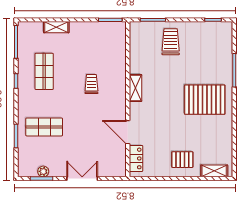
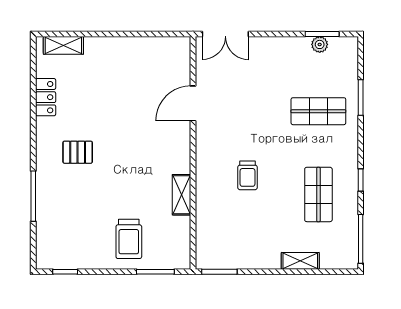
shelving: (135, 88) -> (182, 195), moved
pallet: (205, 100) -> (78, 152), width x0.49, depth x0.50
door: (128, 132) -> (193, 103), swing flipped
locker: (136, 158) -> (46, 97), moved, turned 180
pallet: (182, 160) -> (111, 62), removed
double door: (82, 178) -> (225, 34), moved

